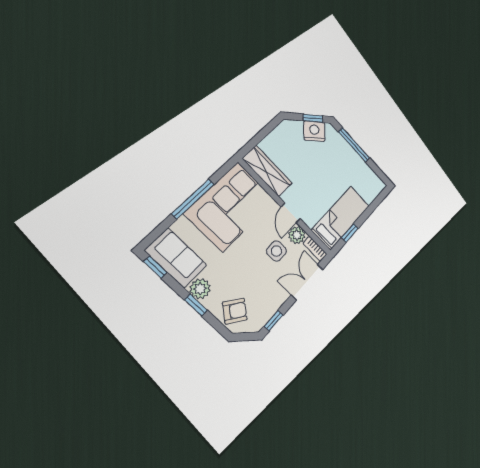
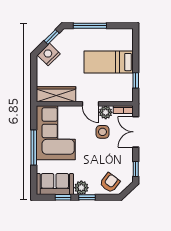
nightstand: (314, 131) -> (49, 54), moved
bed: (341, 218) -> (109, 62), moved, turned -90
window: (155, 267) -> (63, 197), moved

